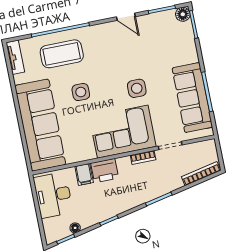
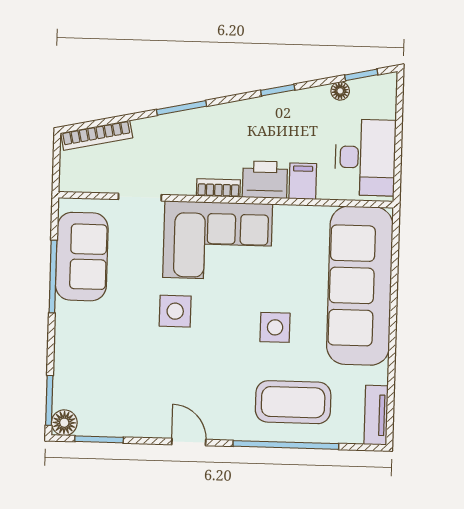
door: (126, 17) -> (189, 442), moved
sofa: (192, 98) -> (82, 257), width x0.73
bookcase: (143, 157) -> (218, 188), moved

